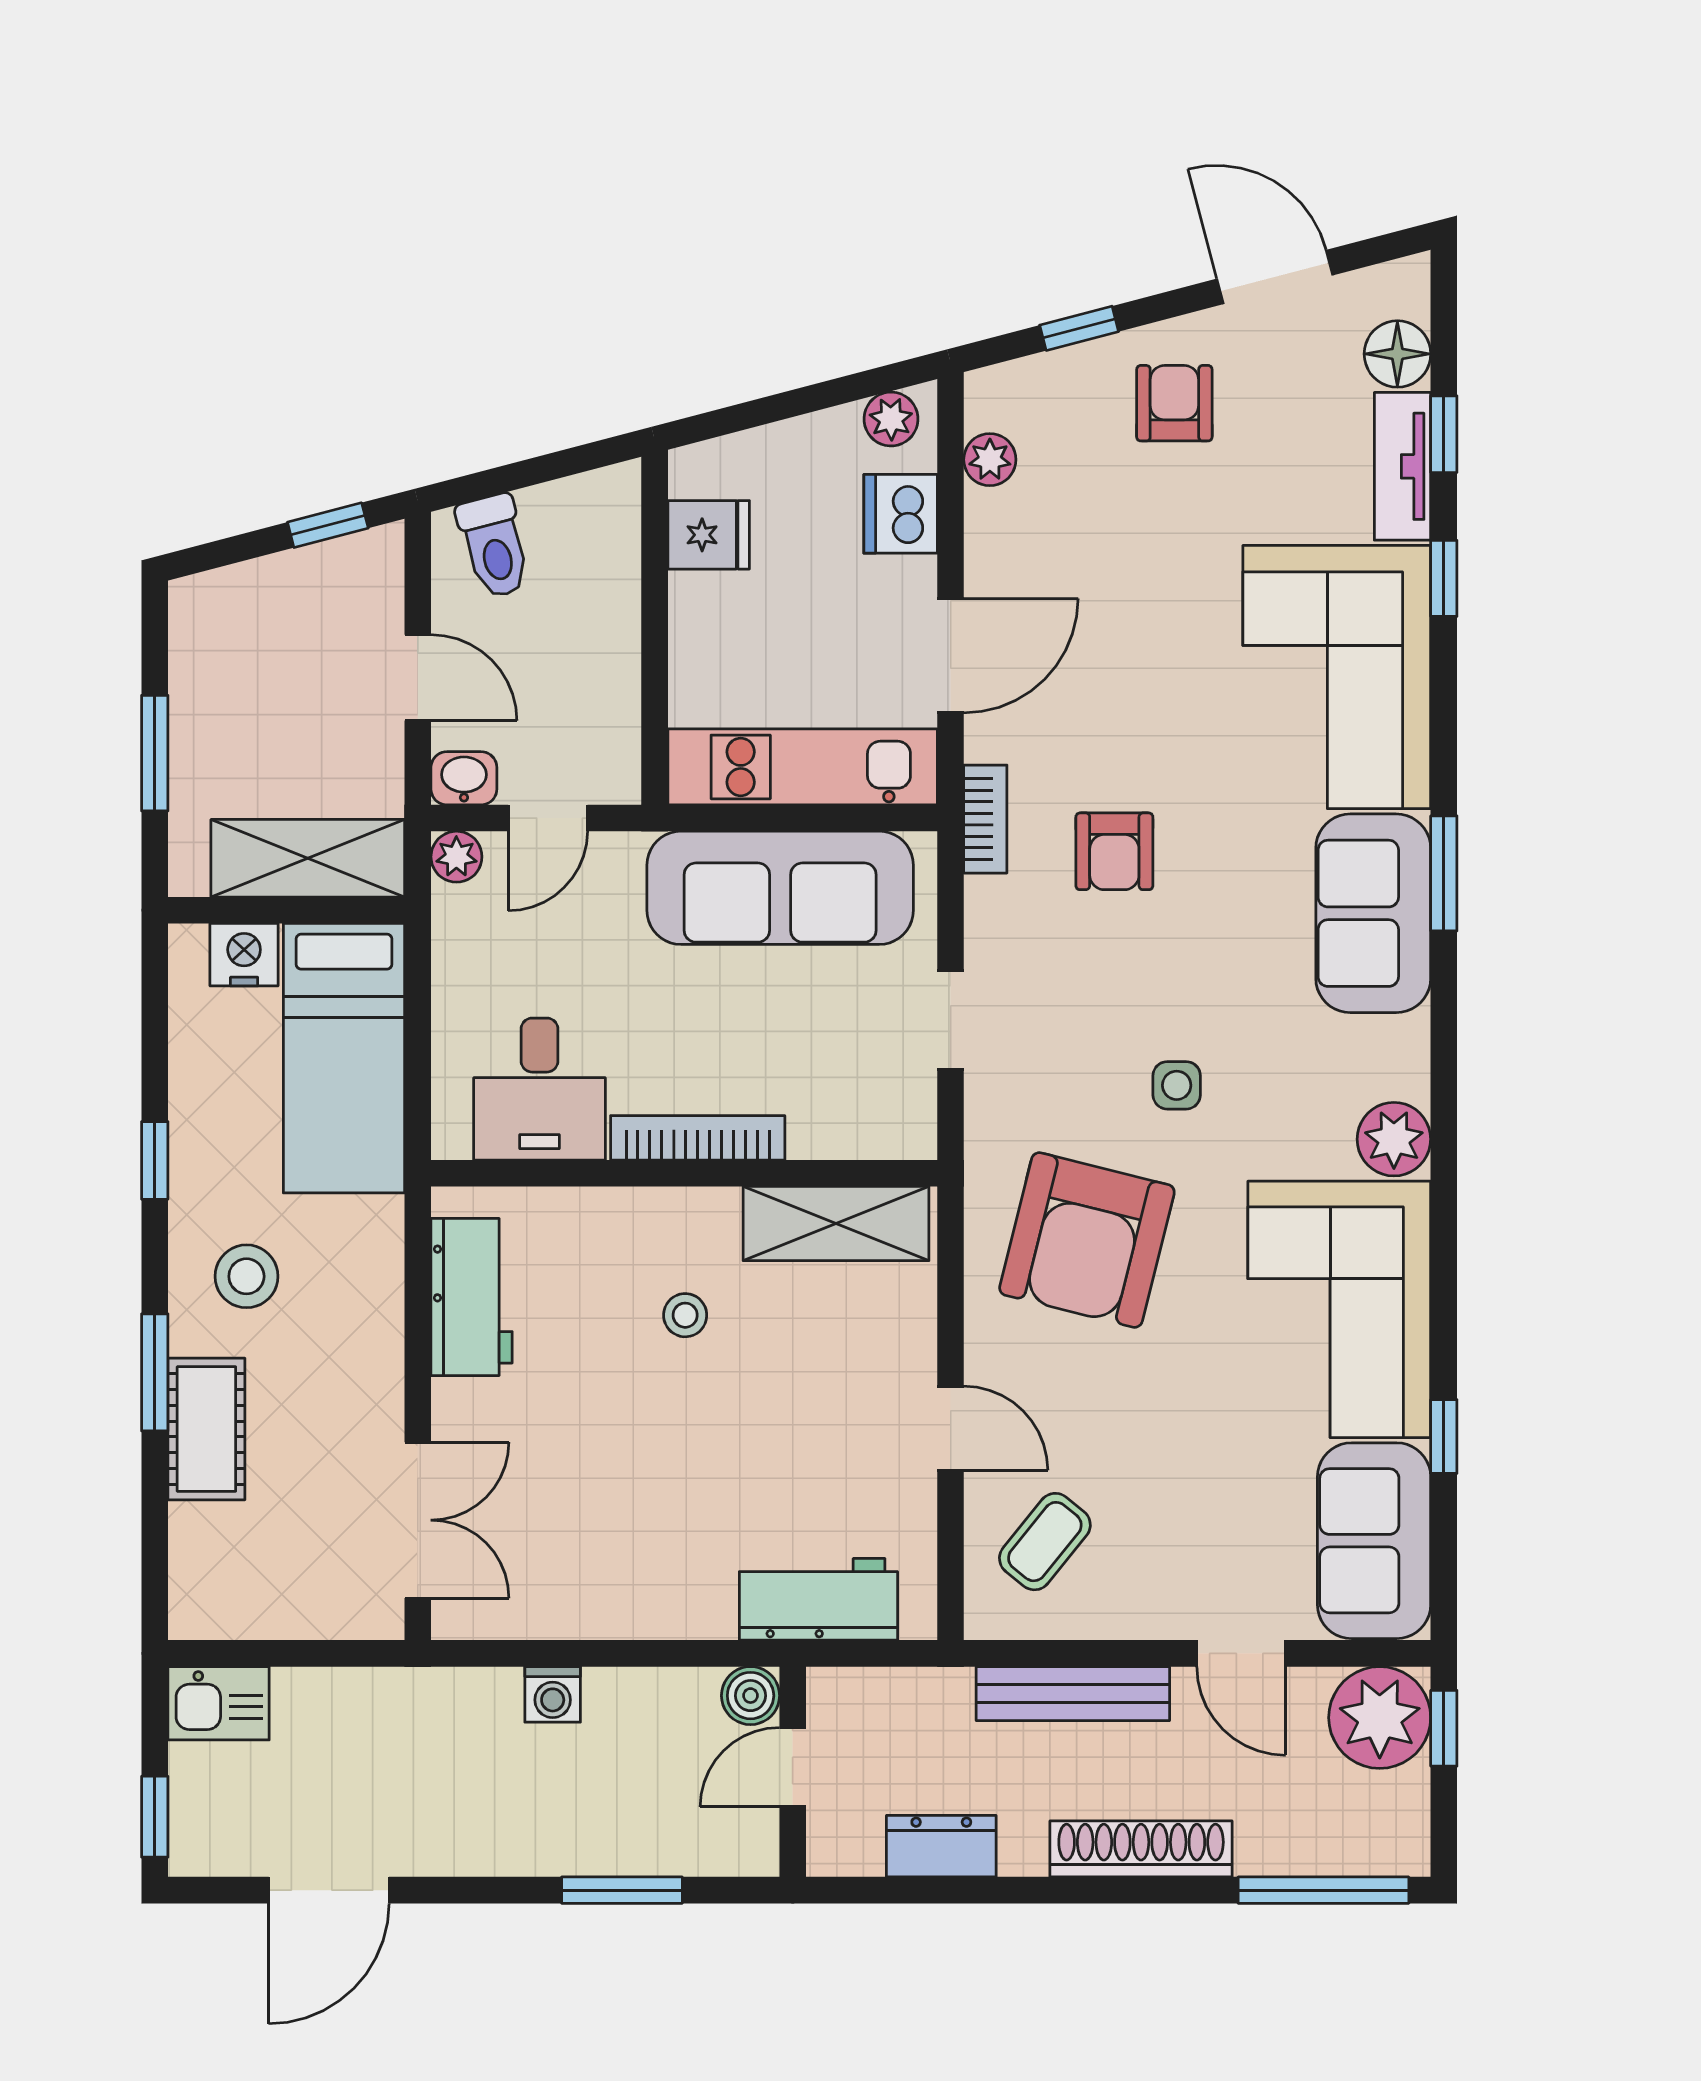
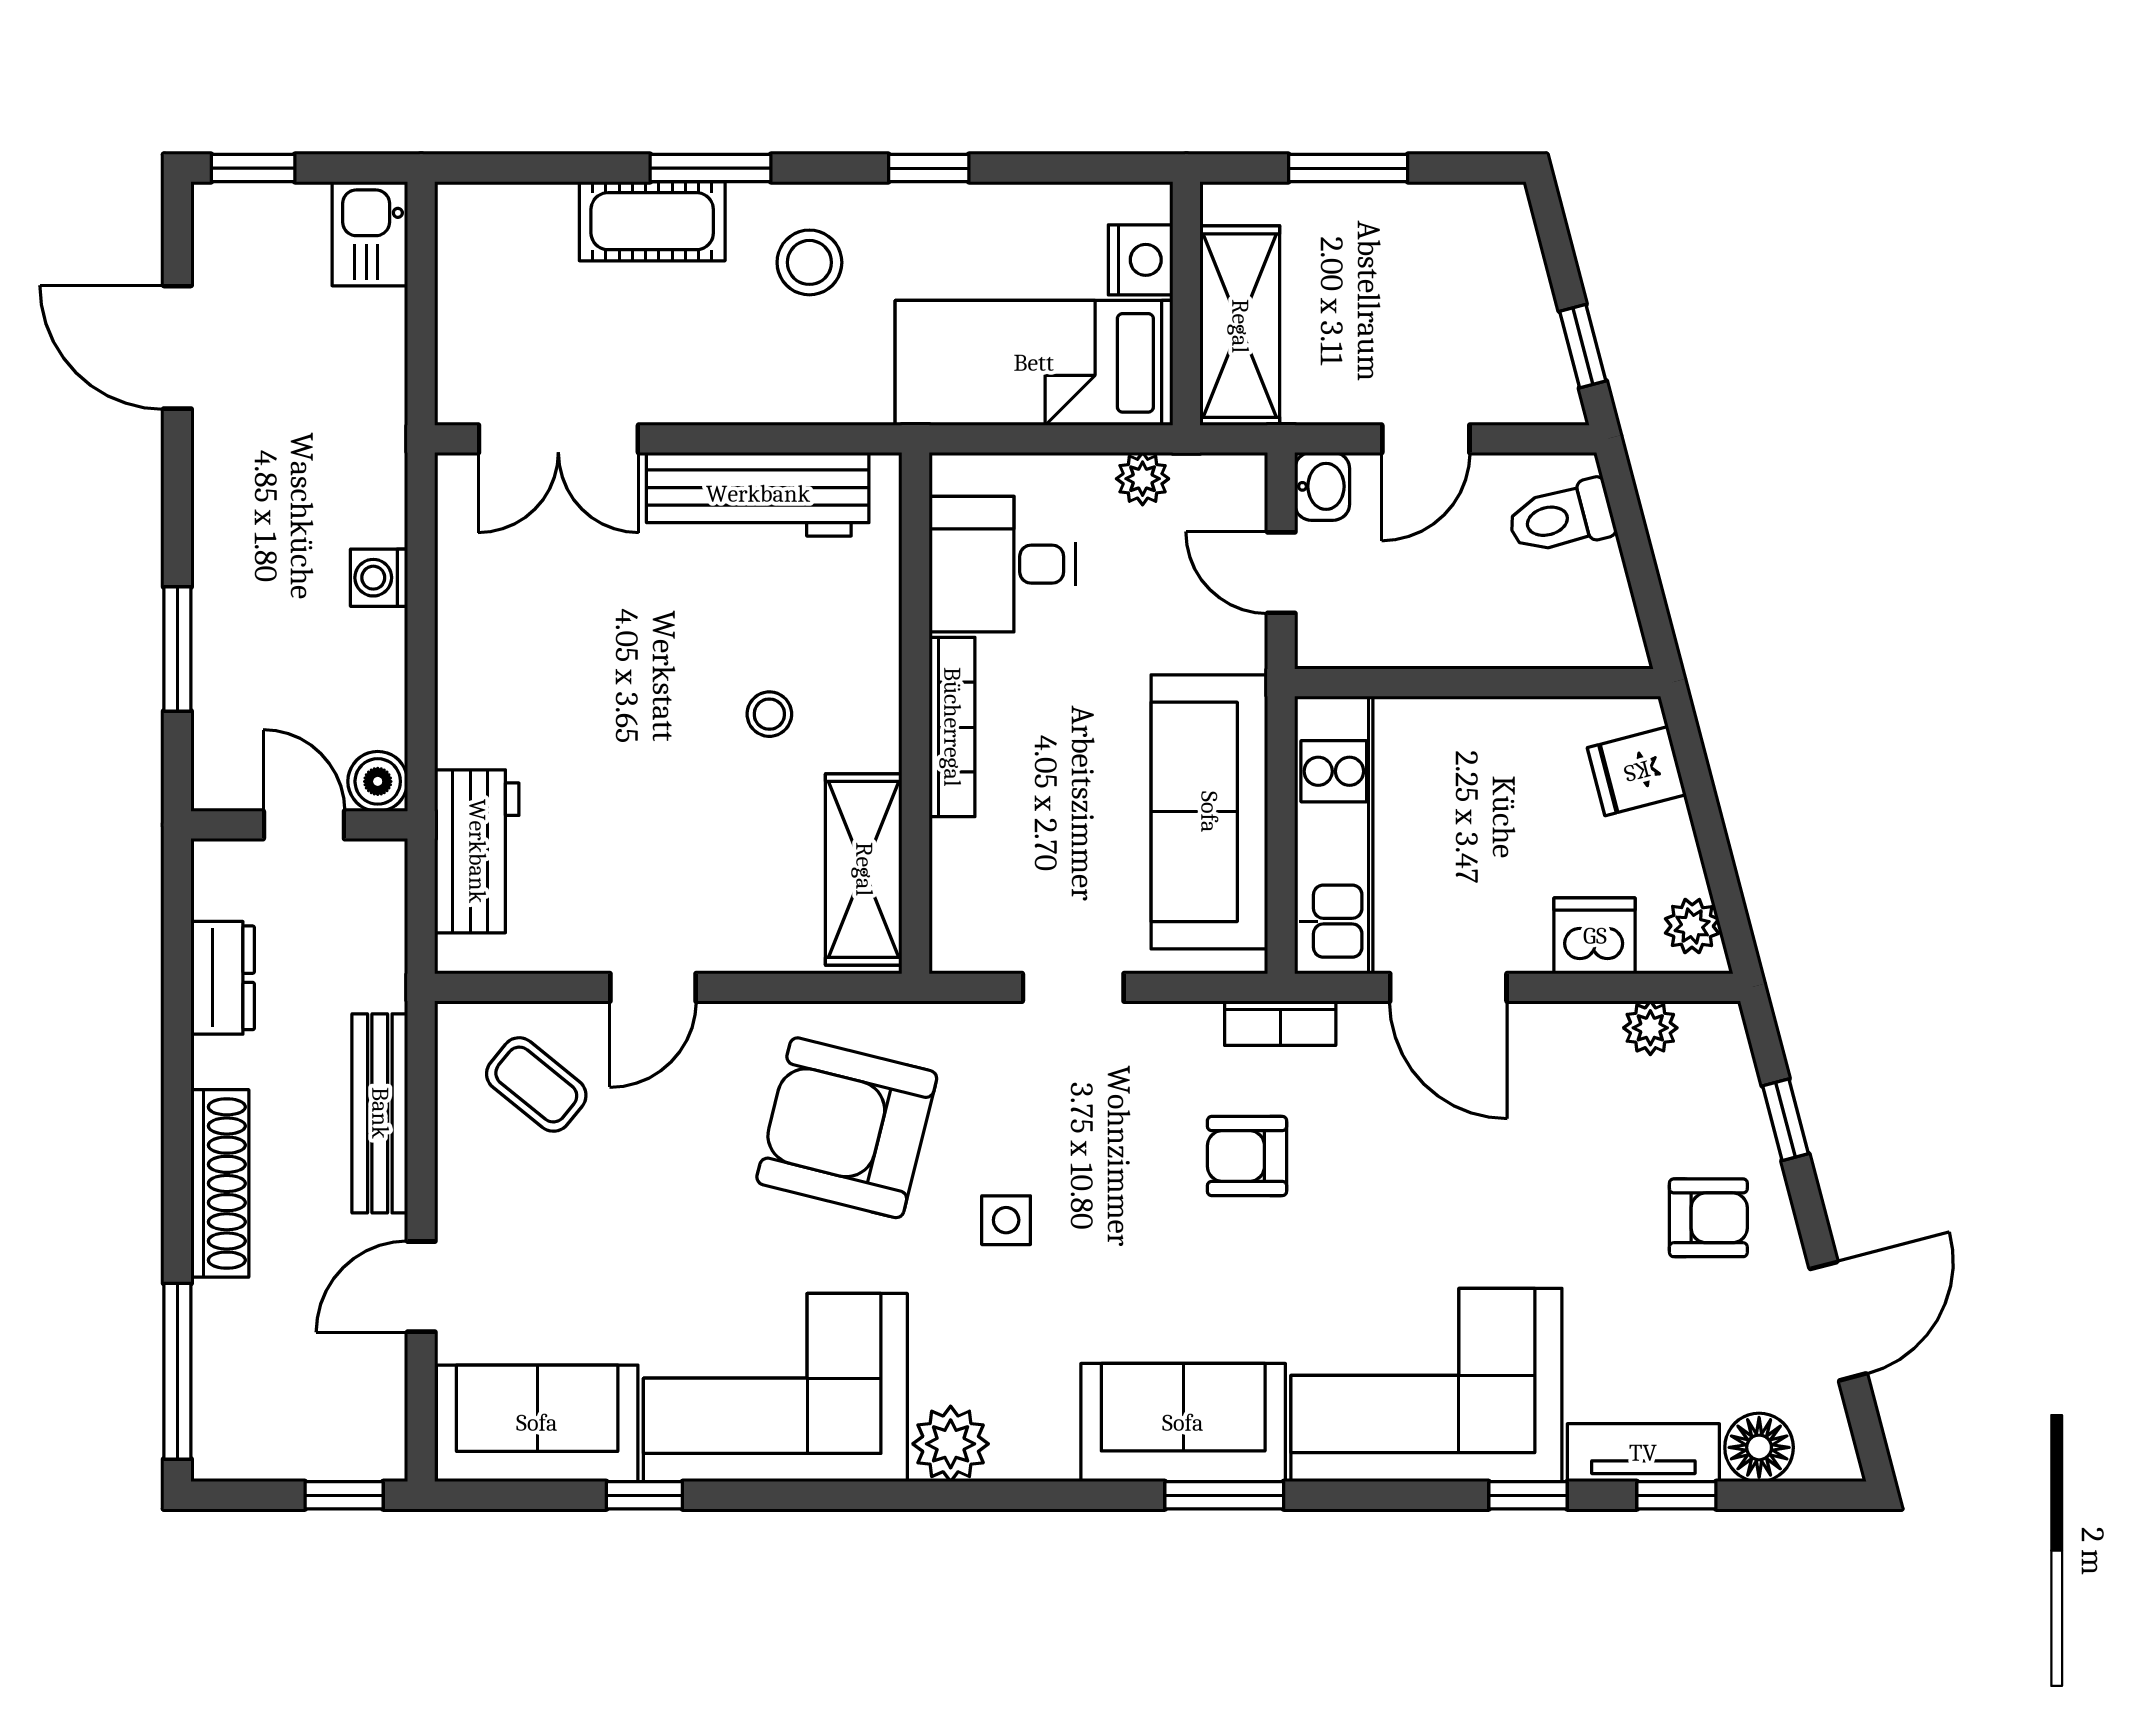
fridge: (709, 535) -> (1637, 771), moved, turned 75
plant: (456, 857) -> (1143, 479), moved
workbench: (472, 1297) -> (758, 494), width x1.37
plant: (1380, 1718) -> (355, 1429), removed

